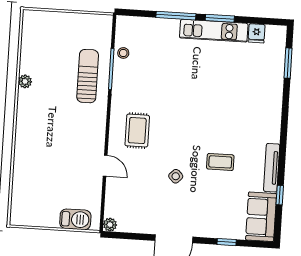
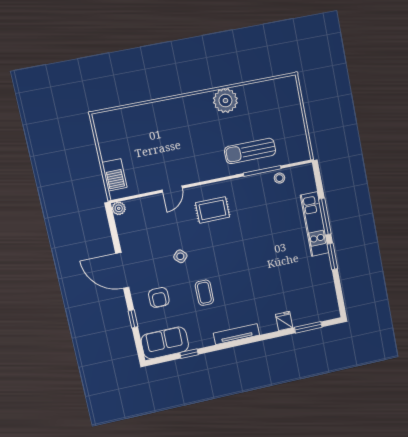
kitchen unit: (214, 31) -> (314, 224), moved
fridge: (257, 33) -> (284, 321), moved, turned 90
sun lounger: (88, 76) -> (250, 151), turned 180
plant: (25, 81) -> (225, 101), width x1.87, depth x1.87
tv unit: (272, 168) -> (236, 334), moved
armchair: (212, 210) -> (159, 297), added

